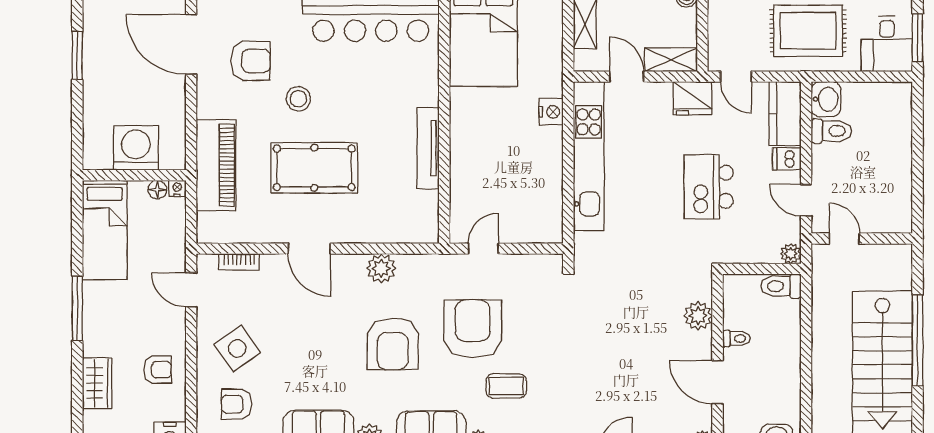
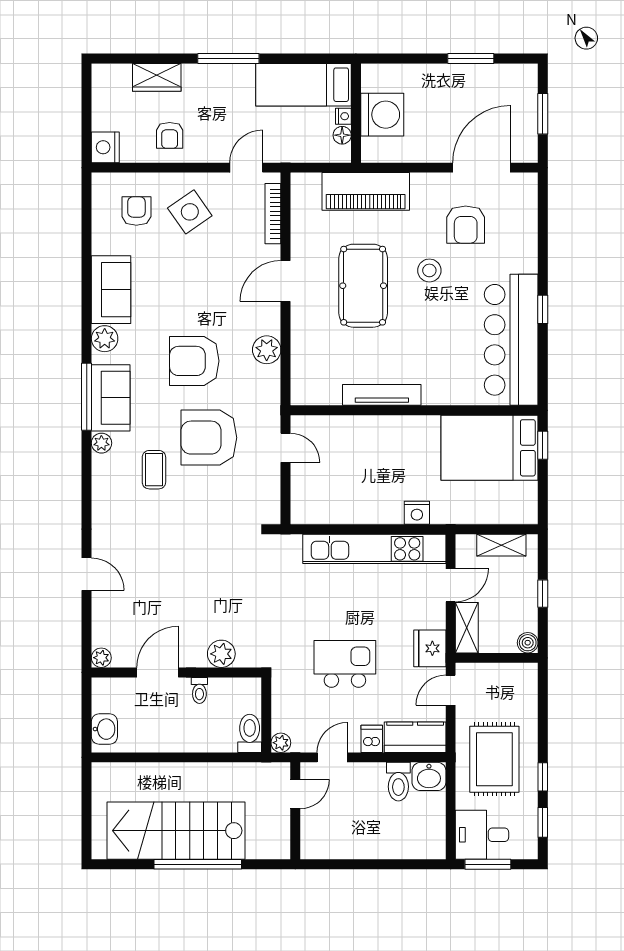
nightstand: (177, 188) -> (343, 116), moved
bookcase: (239, 262) -> (273, 214), width x1.56
armchair: (473, 329) -> (209, 438), turned 180

